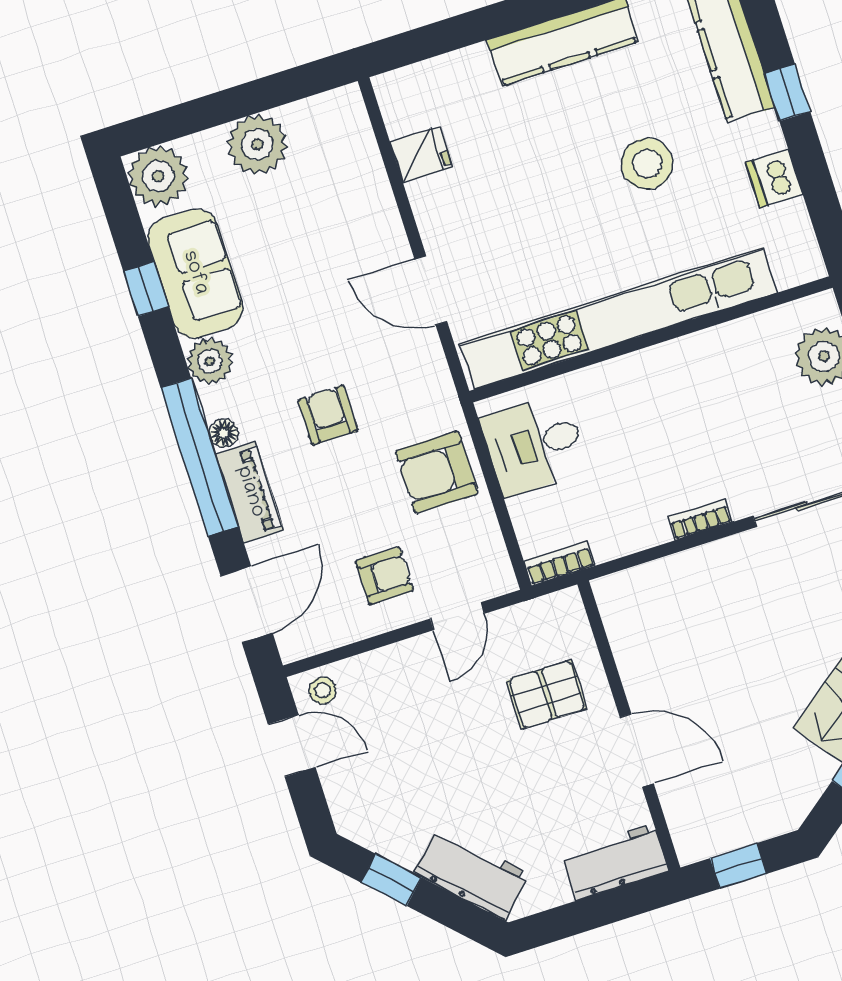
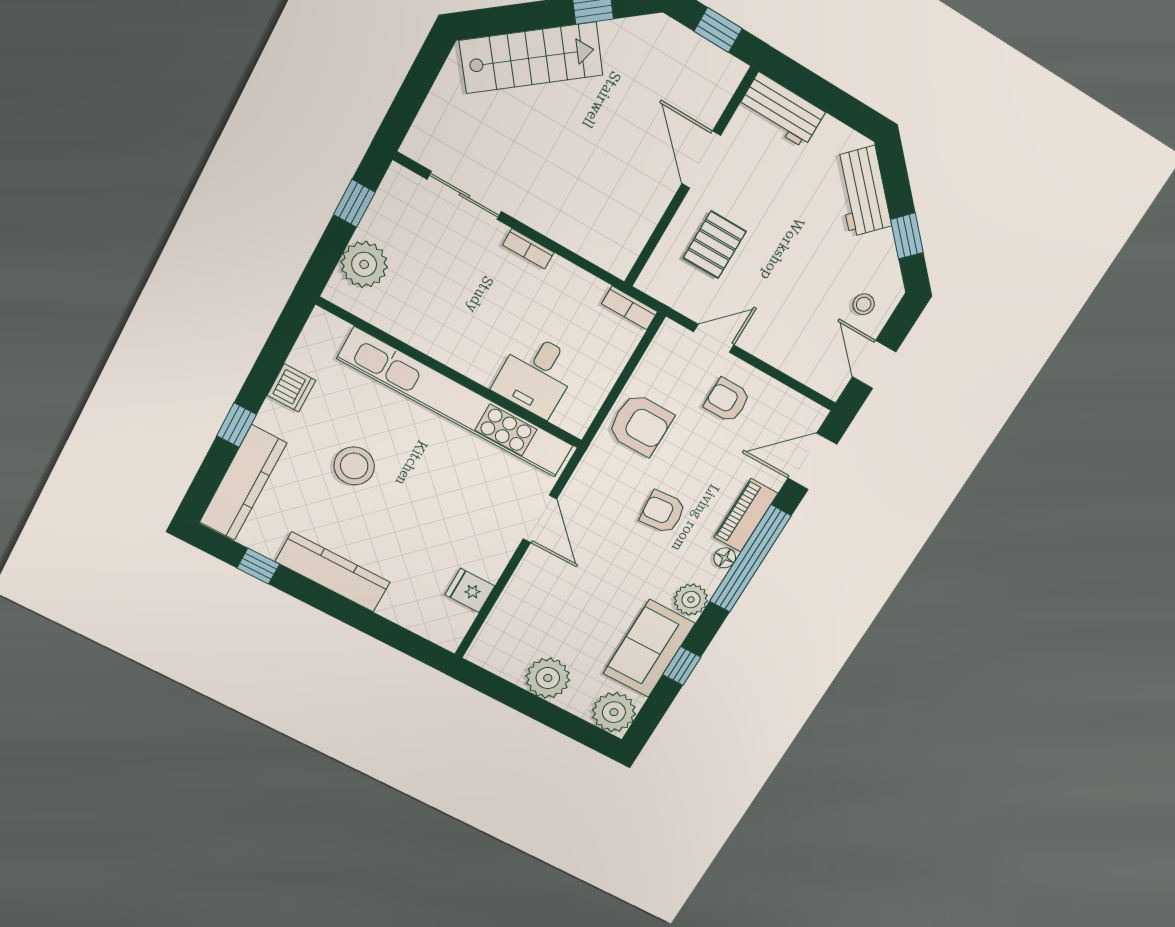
armchair: (328, 415) -> (663, 512), turned 85
desk: (534, 445) -> (536, 375), moved, turned 90
stool: (323, 690) -> (864, 304), moved
pallet: (547, 694) -> (715, 245), turned 90

